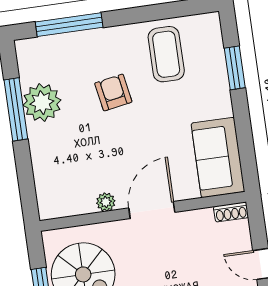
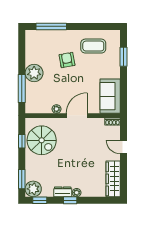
coffee table: (166, 54) -> (93, 46), turned 90
plant: (42, 103) -> (34, 73), moved
window: (16, 109) -> (22, 89), moved

